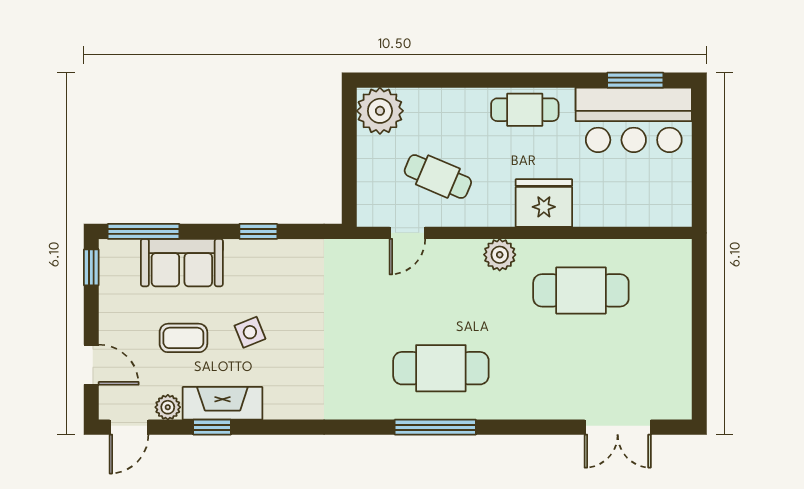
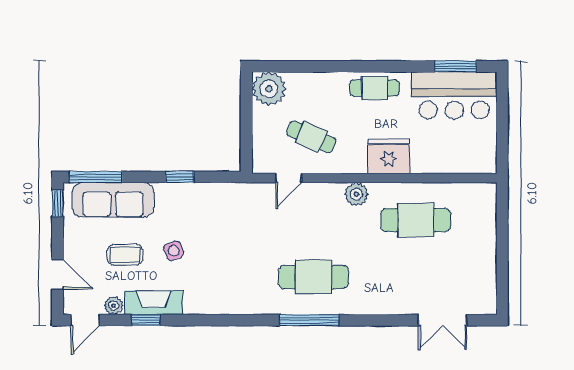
sofa: (182, 263) -> (113, 200), width x1.36

